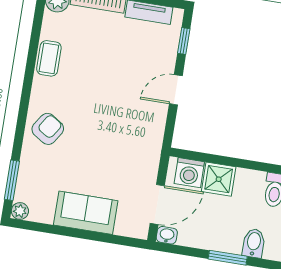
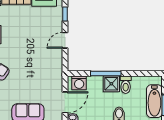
window: (241, 163) -> (106, 73), added
shower: (219, 179) -> (111, 84), moved

